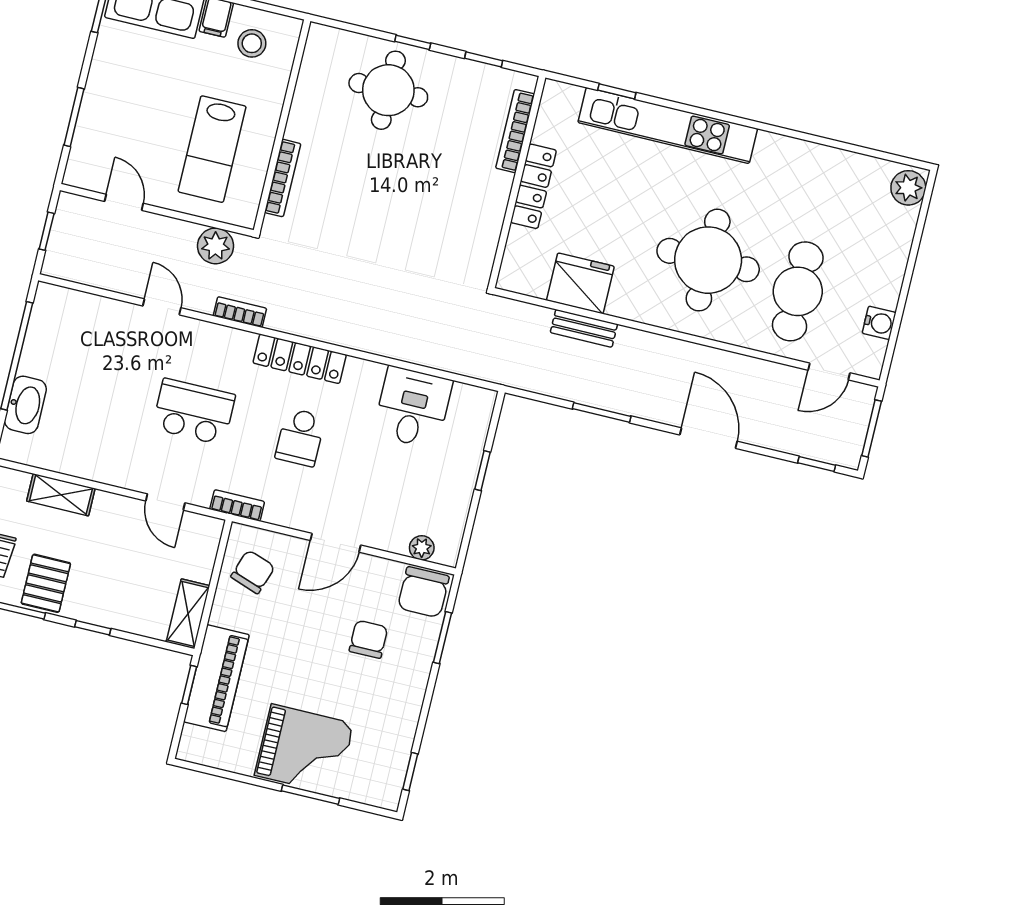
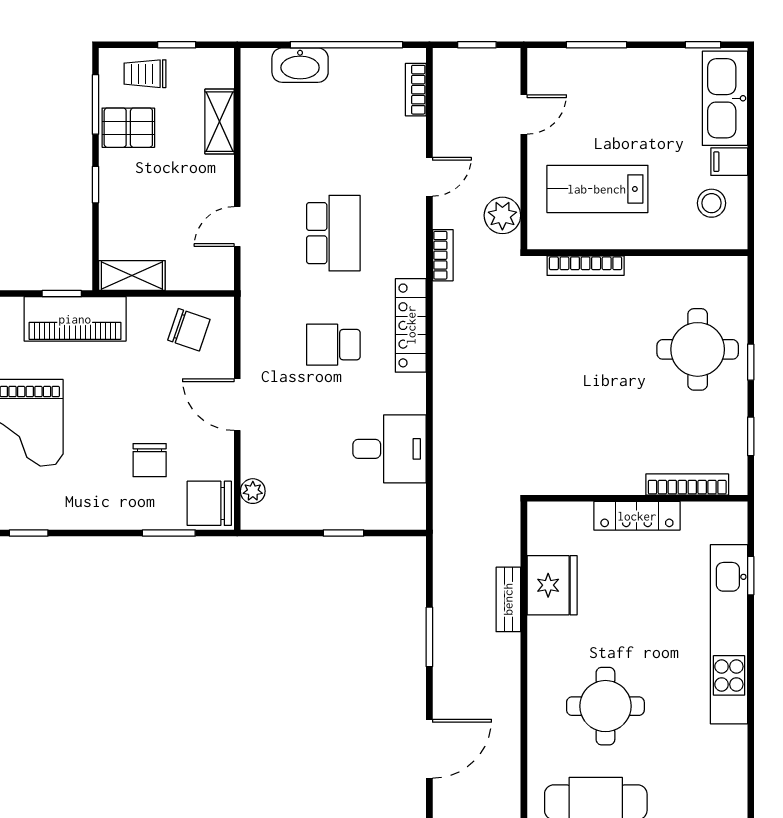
round table: (708, 260) -> (605, 706), width x0.73, depth x0.73
bookcase: (237, 505) -> (416, 90), moved, turned 180
chair: (368, 639) -> (150, 460), turned 90

